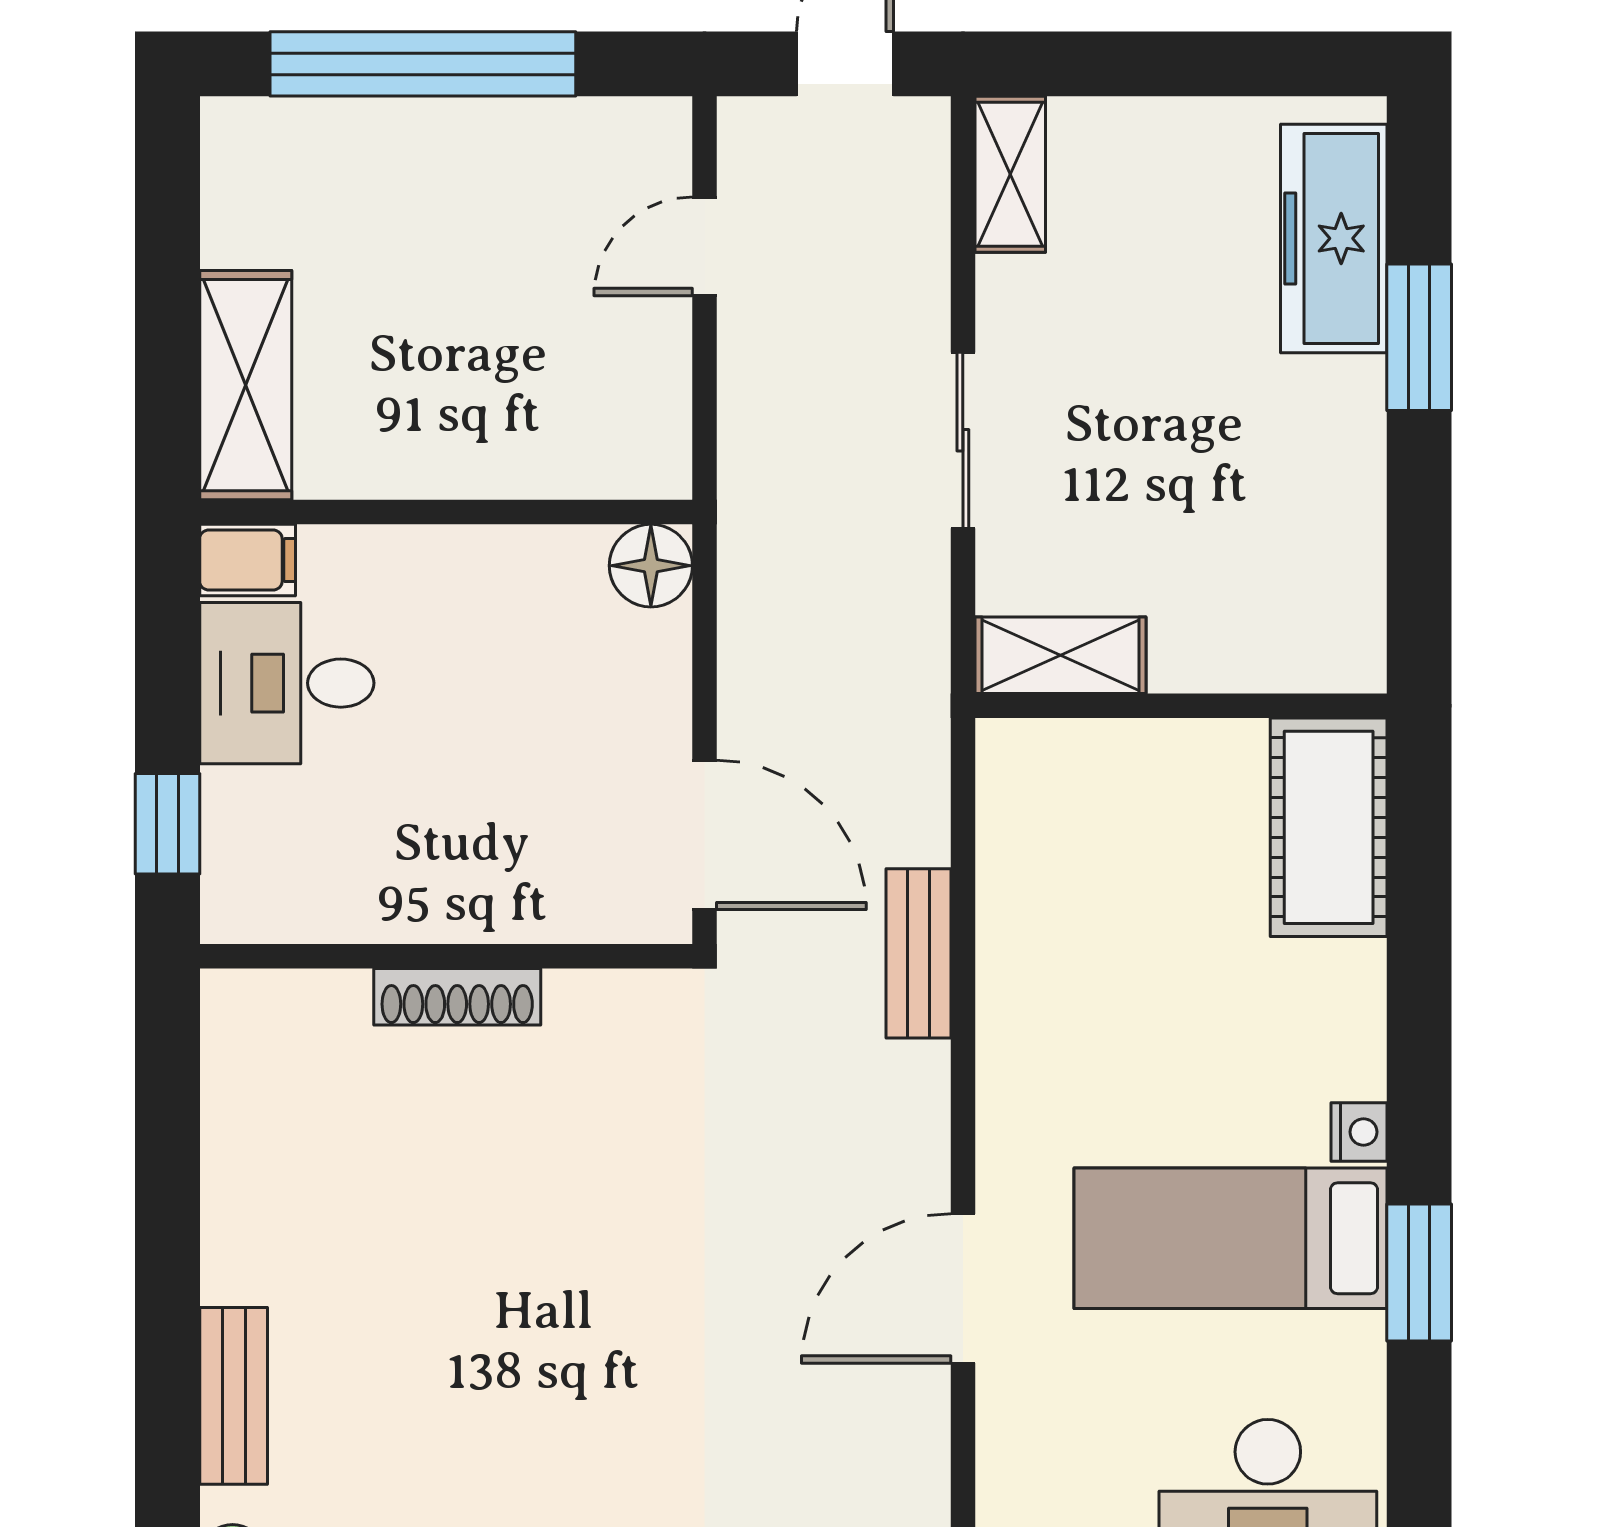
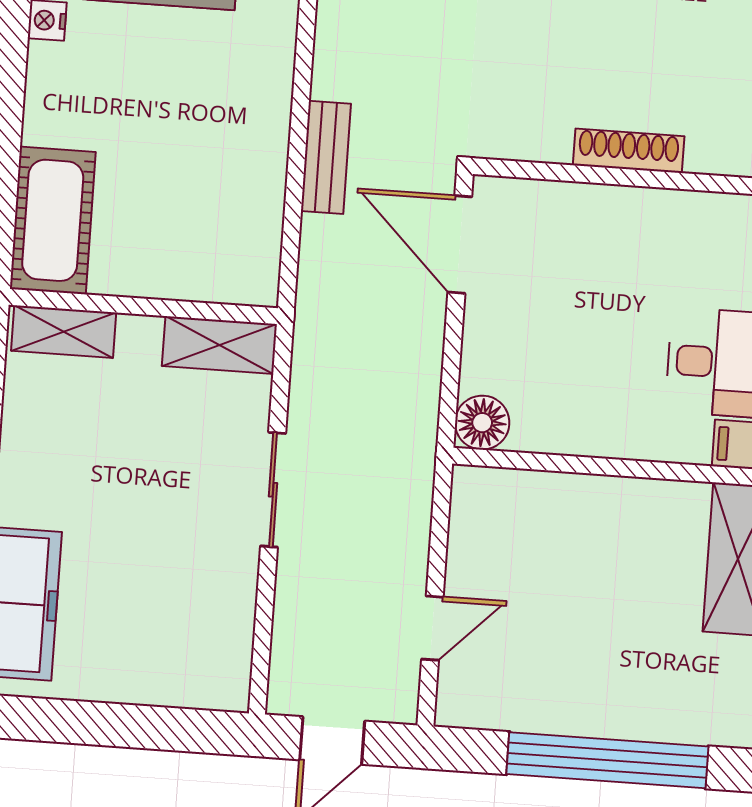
shelving: (1010, 174) -> (64, 332), moved, turned 90

